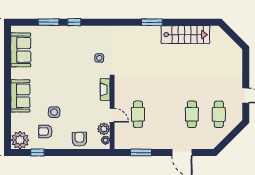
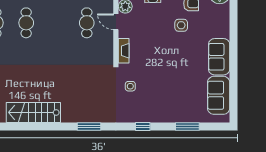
window: (74, 22) -> (143, 126), moved
window: (152, 22) -> (89, 126), moved
sofa: (20, 96) -> (219, 57), moved

